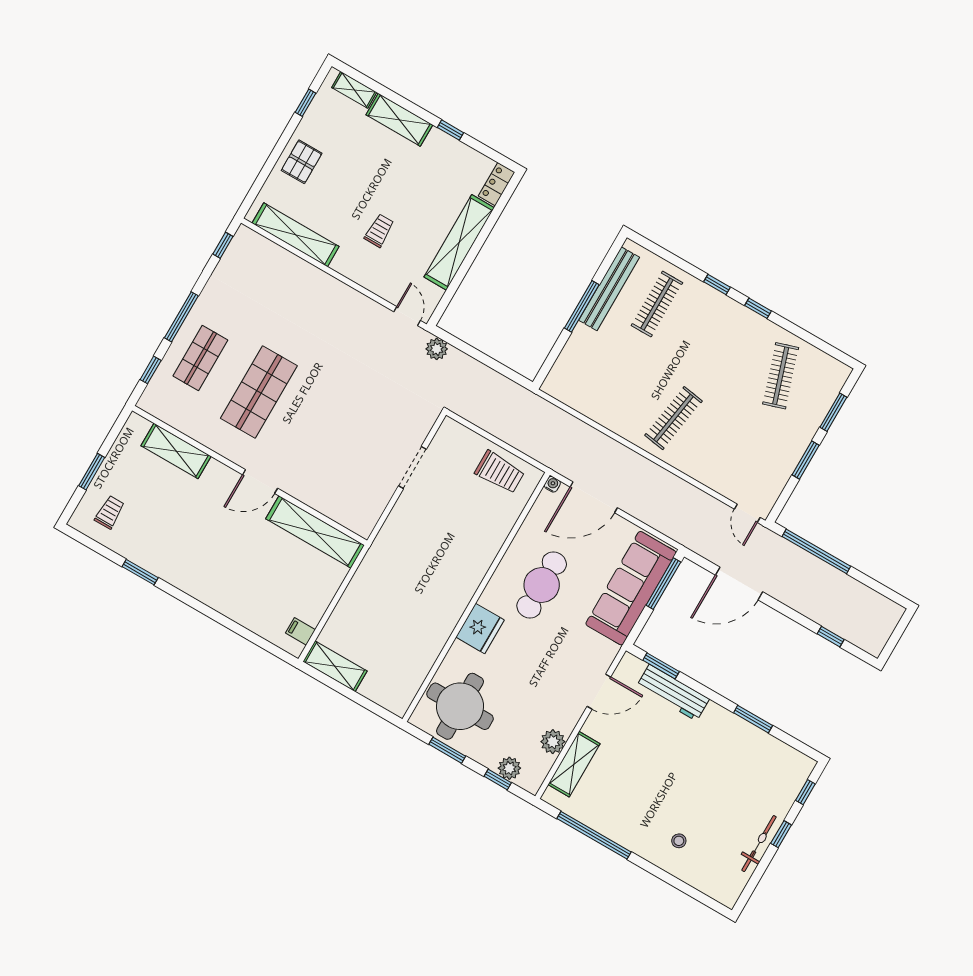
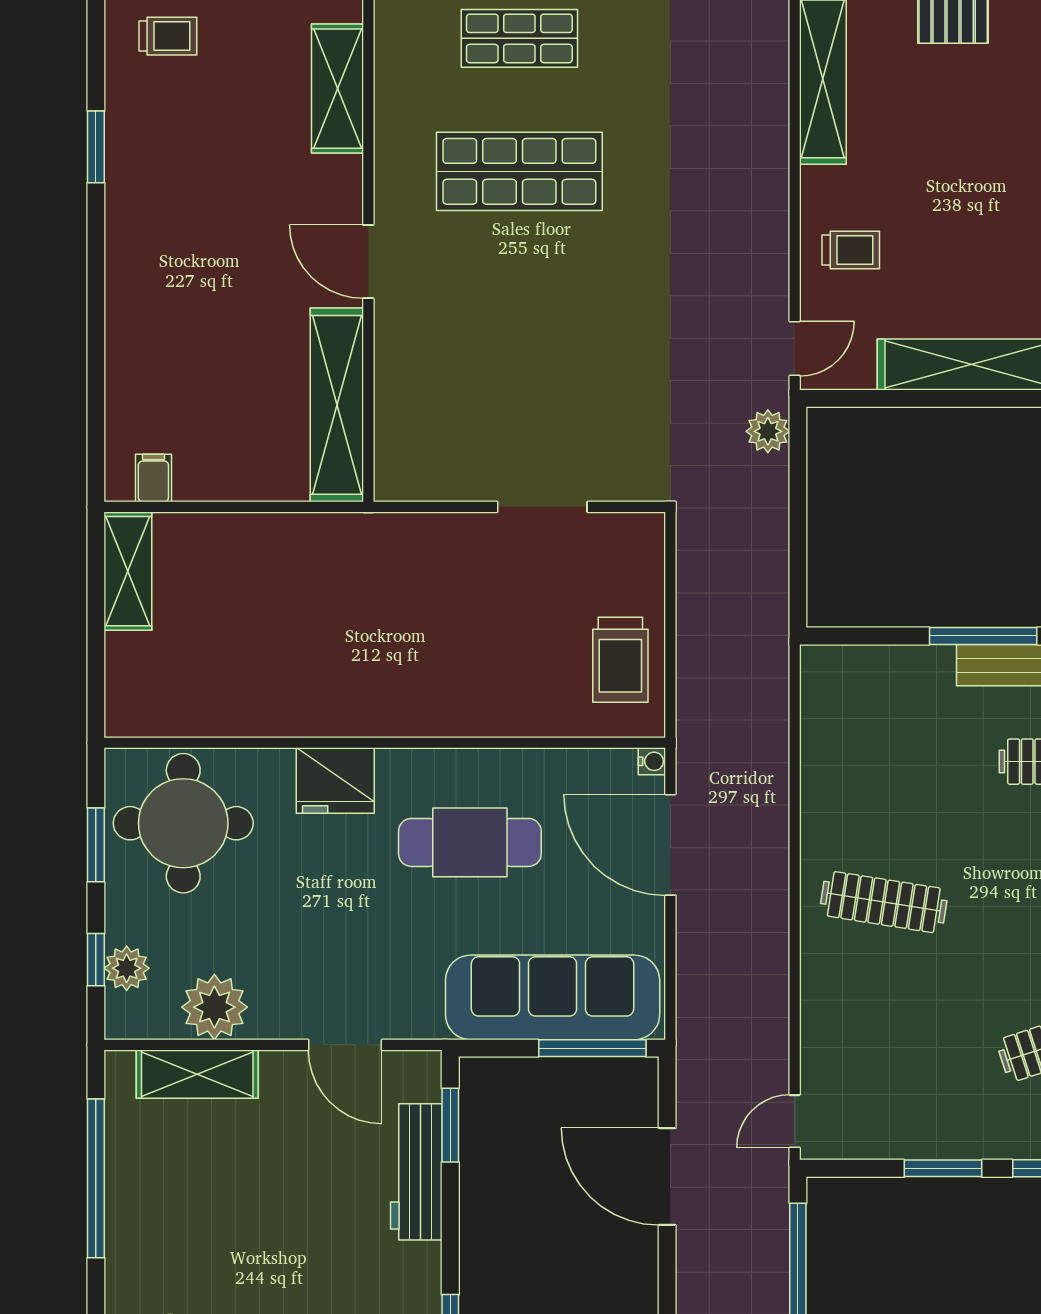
trolley: (379, 231) -> (851, 250), moved
plant: (553, 742) -> (214, 1007), width x1.36, depth x1.36

